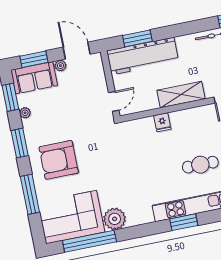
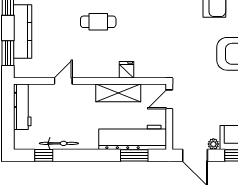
shelving: (181, 95) -> (118, 93), moved

